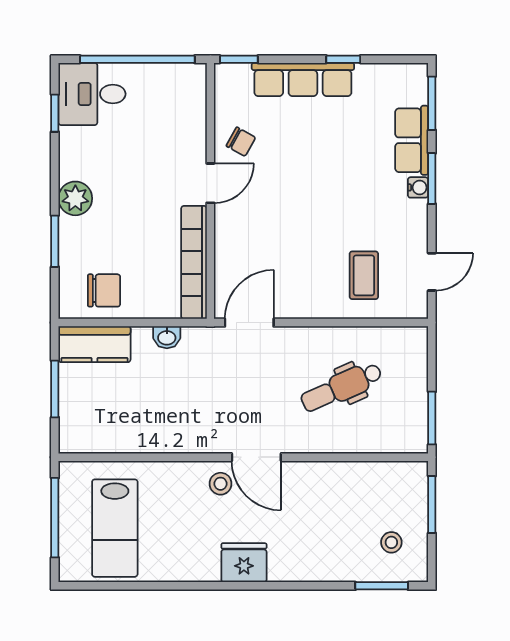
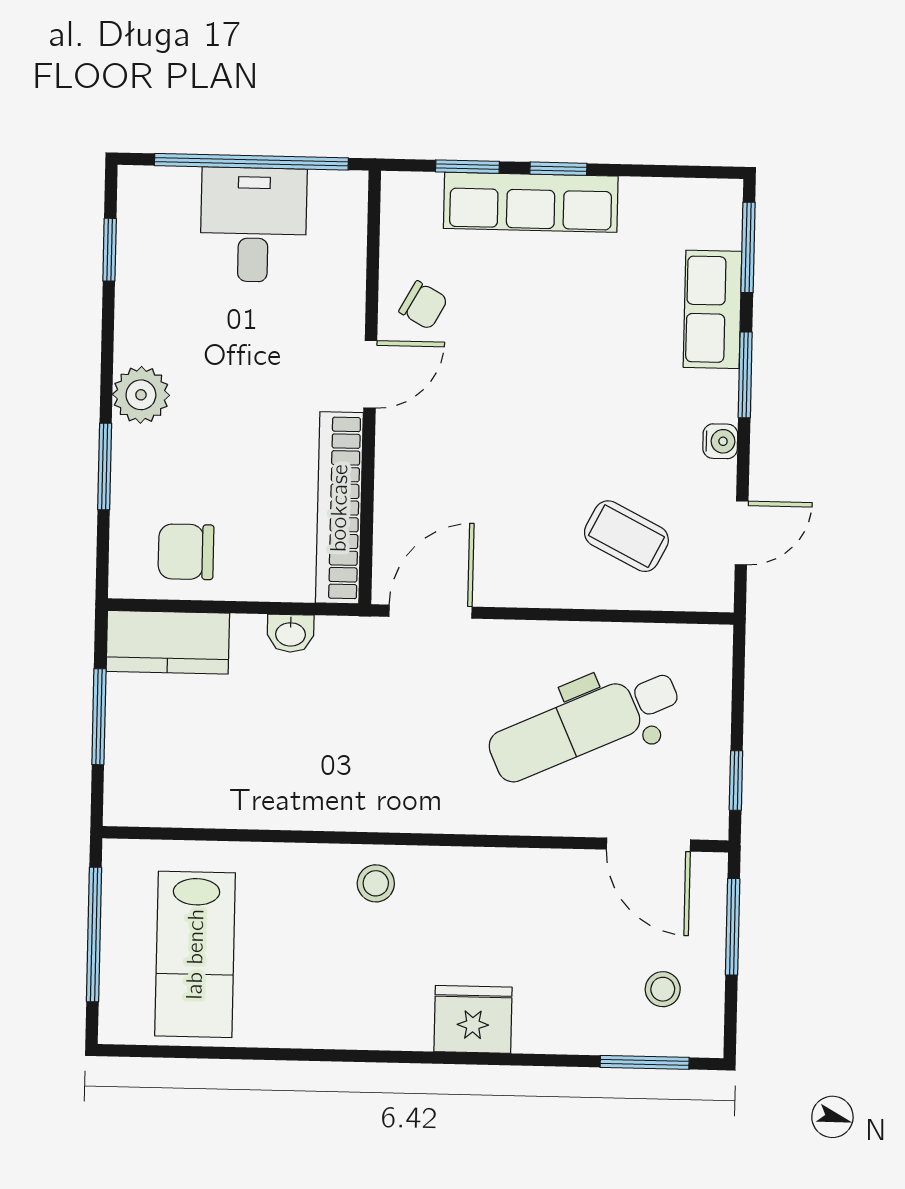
window: (239, 59) -> (467, 167), moved
window: (343, 59) -> (558, 169), moved
desk: (92, 94) -> (253, 225), moved, turned 90
water cooler: (418, 187) -> (720, 441), moved
coffee table: (364, 275) -> (626, 536), turned -63
chair: (104, 290) -> (186, 552), turned 180
dental chair: (341, 387) -> (584, 725), width x1.36, depth x1.38
window: (432, 418) -> (736, 780), width x0.67
door: (256, 457) -> (648, 845), moved
fridge: (244, 563) -> (473, 1019), moved

